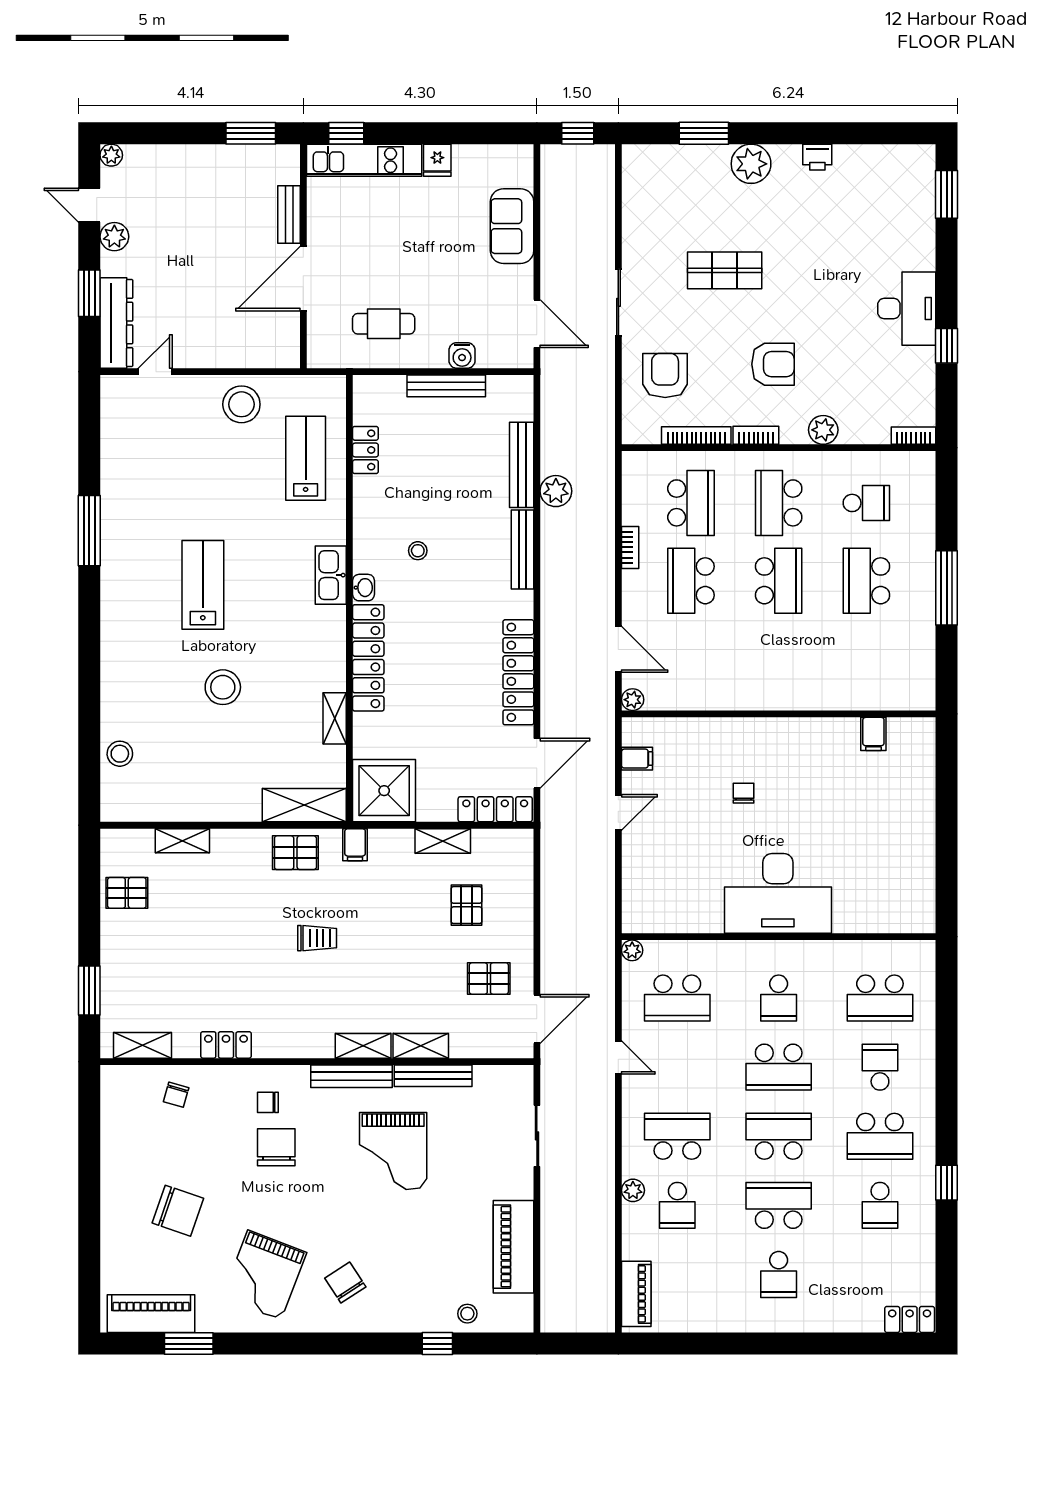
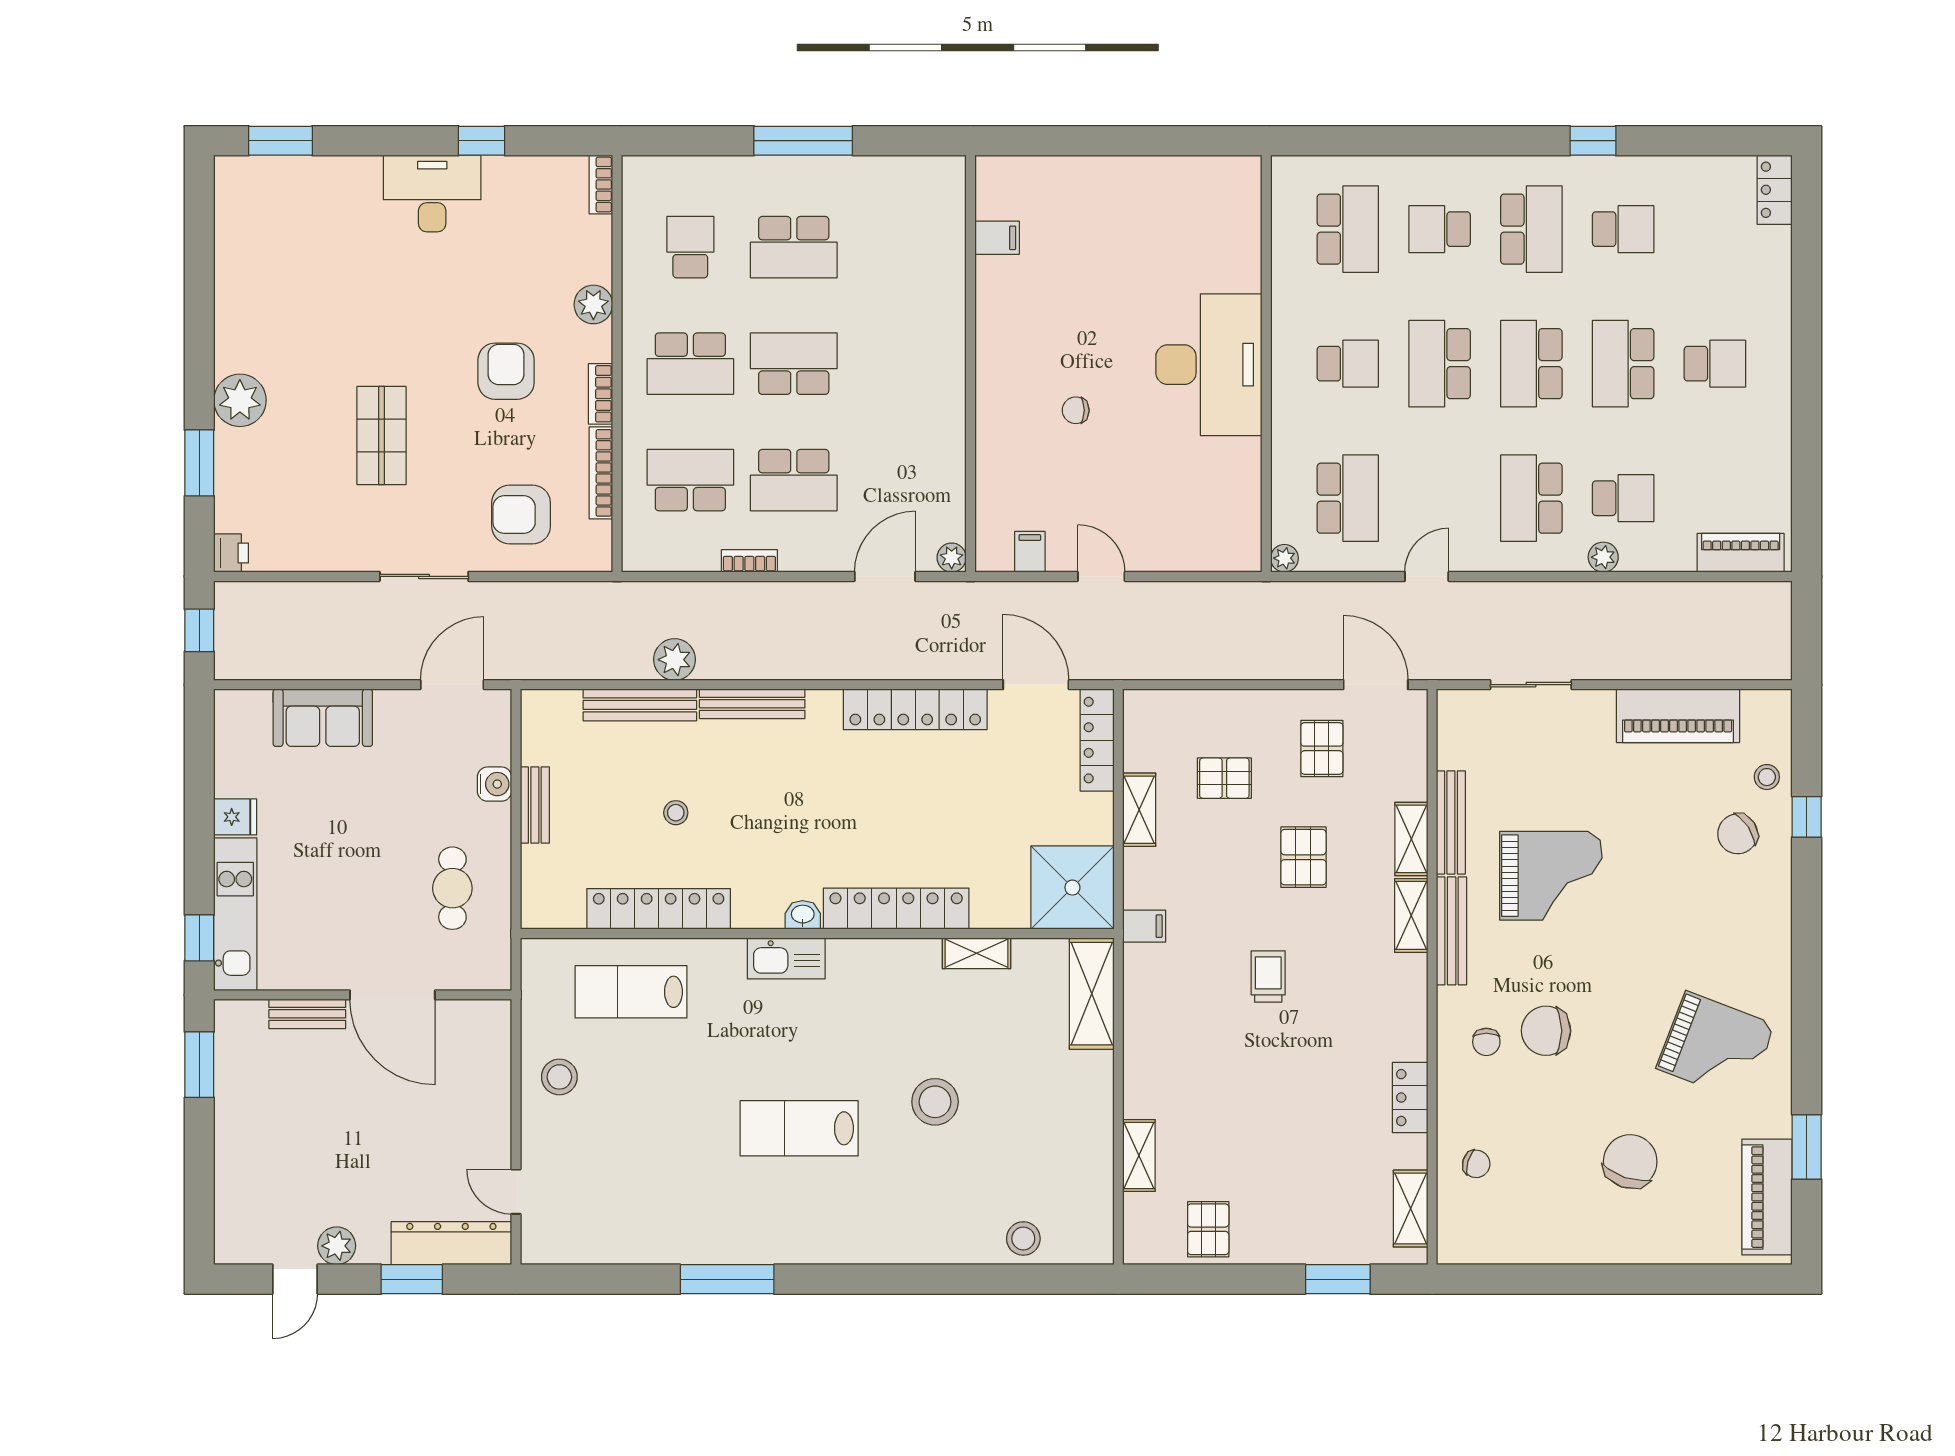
plant: (111, 155) -> (228, 1250), removed
printer: (817, 157) -> (231, 553), moved
bench: (446, 386) -> (535, 805), width x0.73
stool: (241, 404) -> (559, 1077), width x0.73, depth x0.73
locker: (365, 450) -> (659, 909), width x2.16, depth x1.21
stool: (418, 551) -> (676, 813), moved
pallet: (295, 853) -> (1303, 857), moved
school desk: (779, 1067) -> (1440, 364), turned 180
chair: (345, 1283) -> (1738, 834), moved

